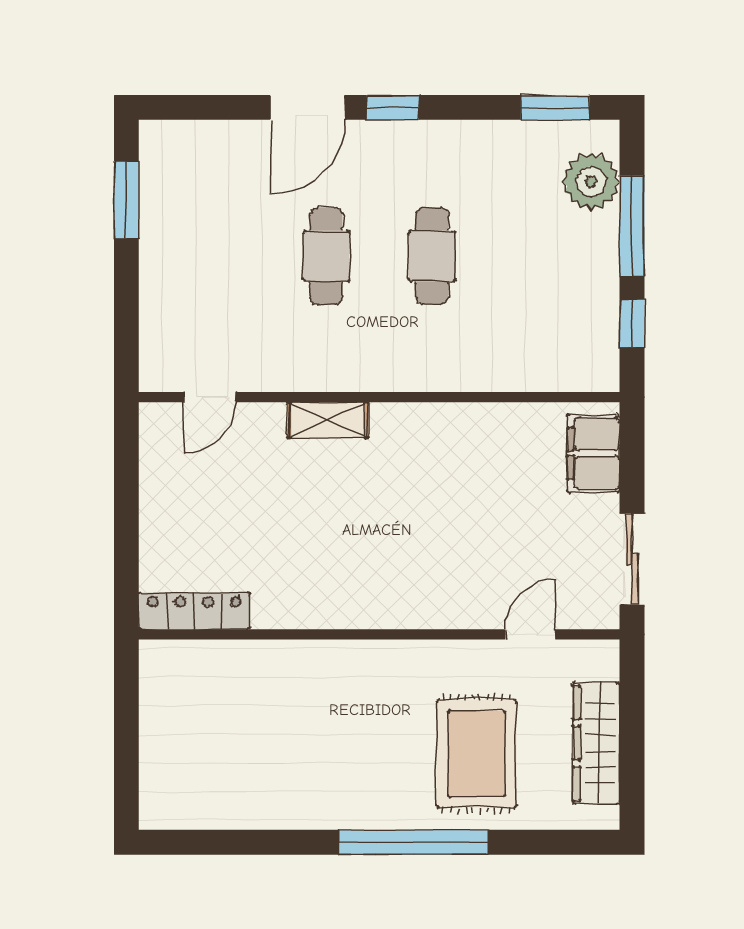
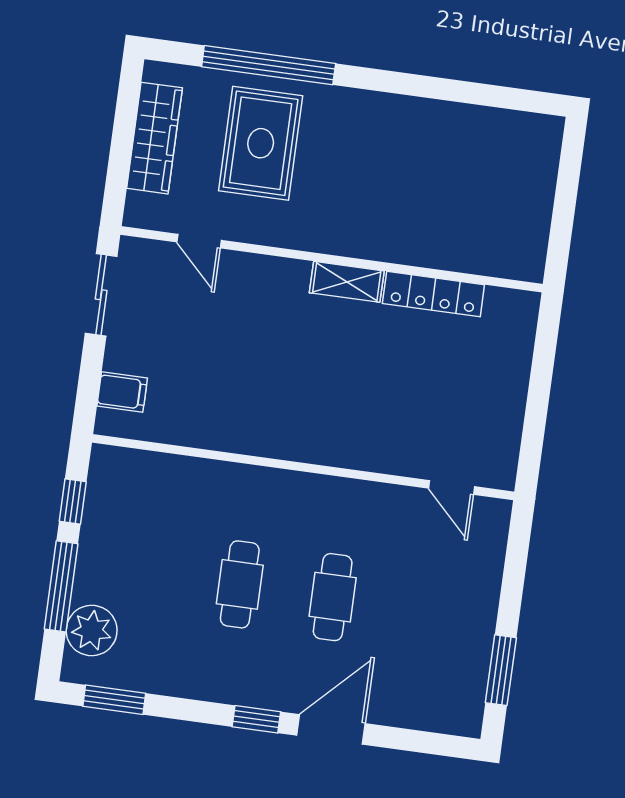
door: (210, 397) -> (451, 487), swing flipped
shelving: (328, 420) -> (347, 282), moved
filing cabinet: (594, 453) -> (122, 392), width x0.50
locker: (194, 611) -> (433, 294), moved
door: (530, 634) -> (199, 241), hinge flipped
window: (414, 842) -> (269, 65), moved

